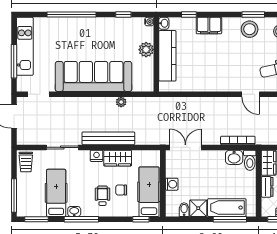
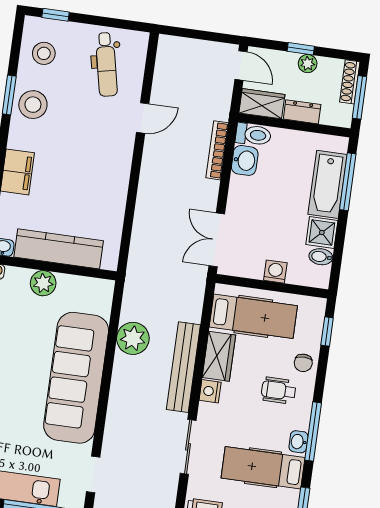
plant: (121, 102) -> (133, 338), width x1.87, depth x1.87
chair: (121, 190) -> (303, 363), moved
hospital bed: (149, 192) -> (253, 316), moved, turned 180

